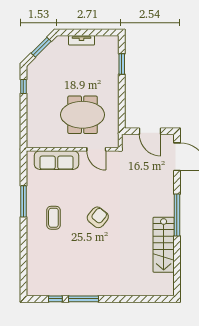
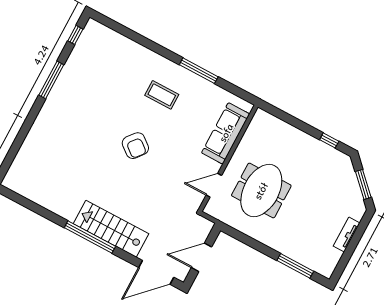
window: (122, 64) -> (295, 266), width x1.44
stairs: (164, 245) -> (111, 229), moved
window: (55, 299) -> (75, 35), moved

